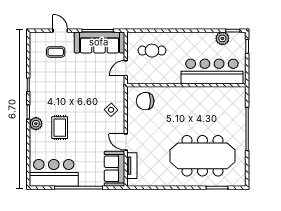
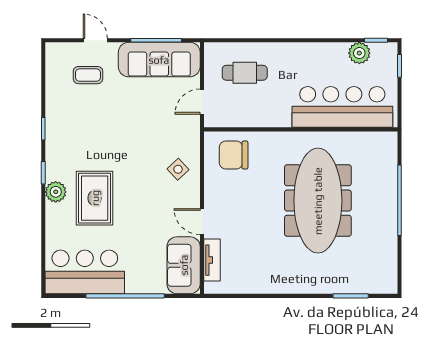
rug: (60, 128) -> (95, 198), width x1.36, depth x1.43
meeting table: (202, 156) -> (318, 201), moved, turned 90

